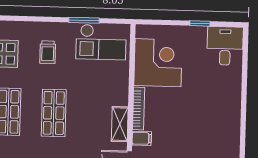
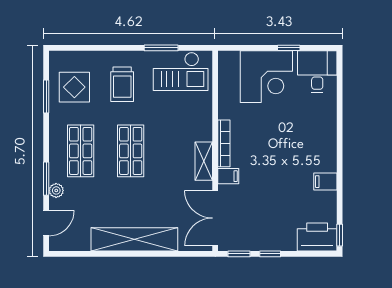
trolley: (48, 52) -> (122, 84), width x1.36, depth x1.39
corner desk: (158, 63) -> (266, 77), moved, turned 90
filing cabinet: (230, 146) -> (325, 182), added

